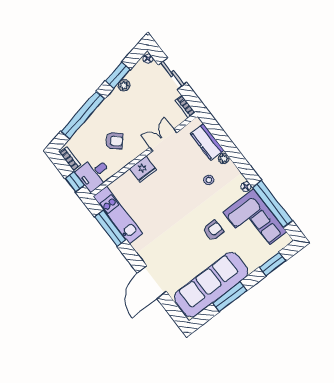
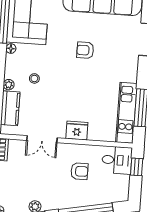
armchair: (114, 141) -> (79, 171), turned 136
bookcase: (70, 159) -> (125, 187), removed
armchair: (213, 230) -> (85, 50), moved

